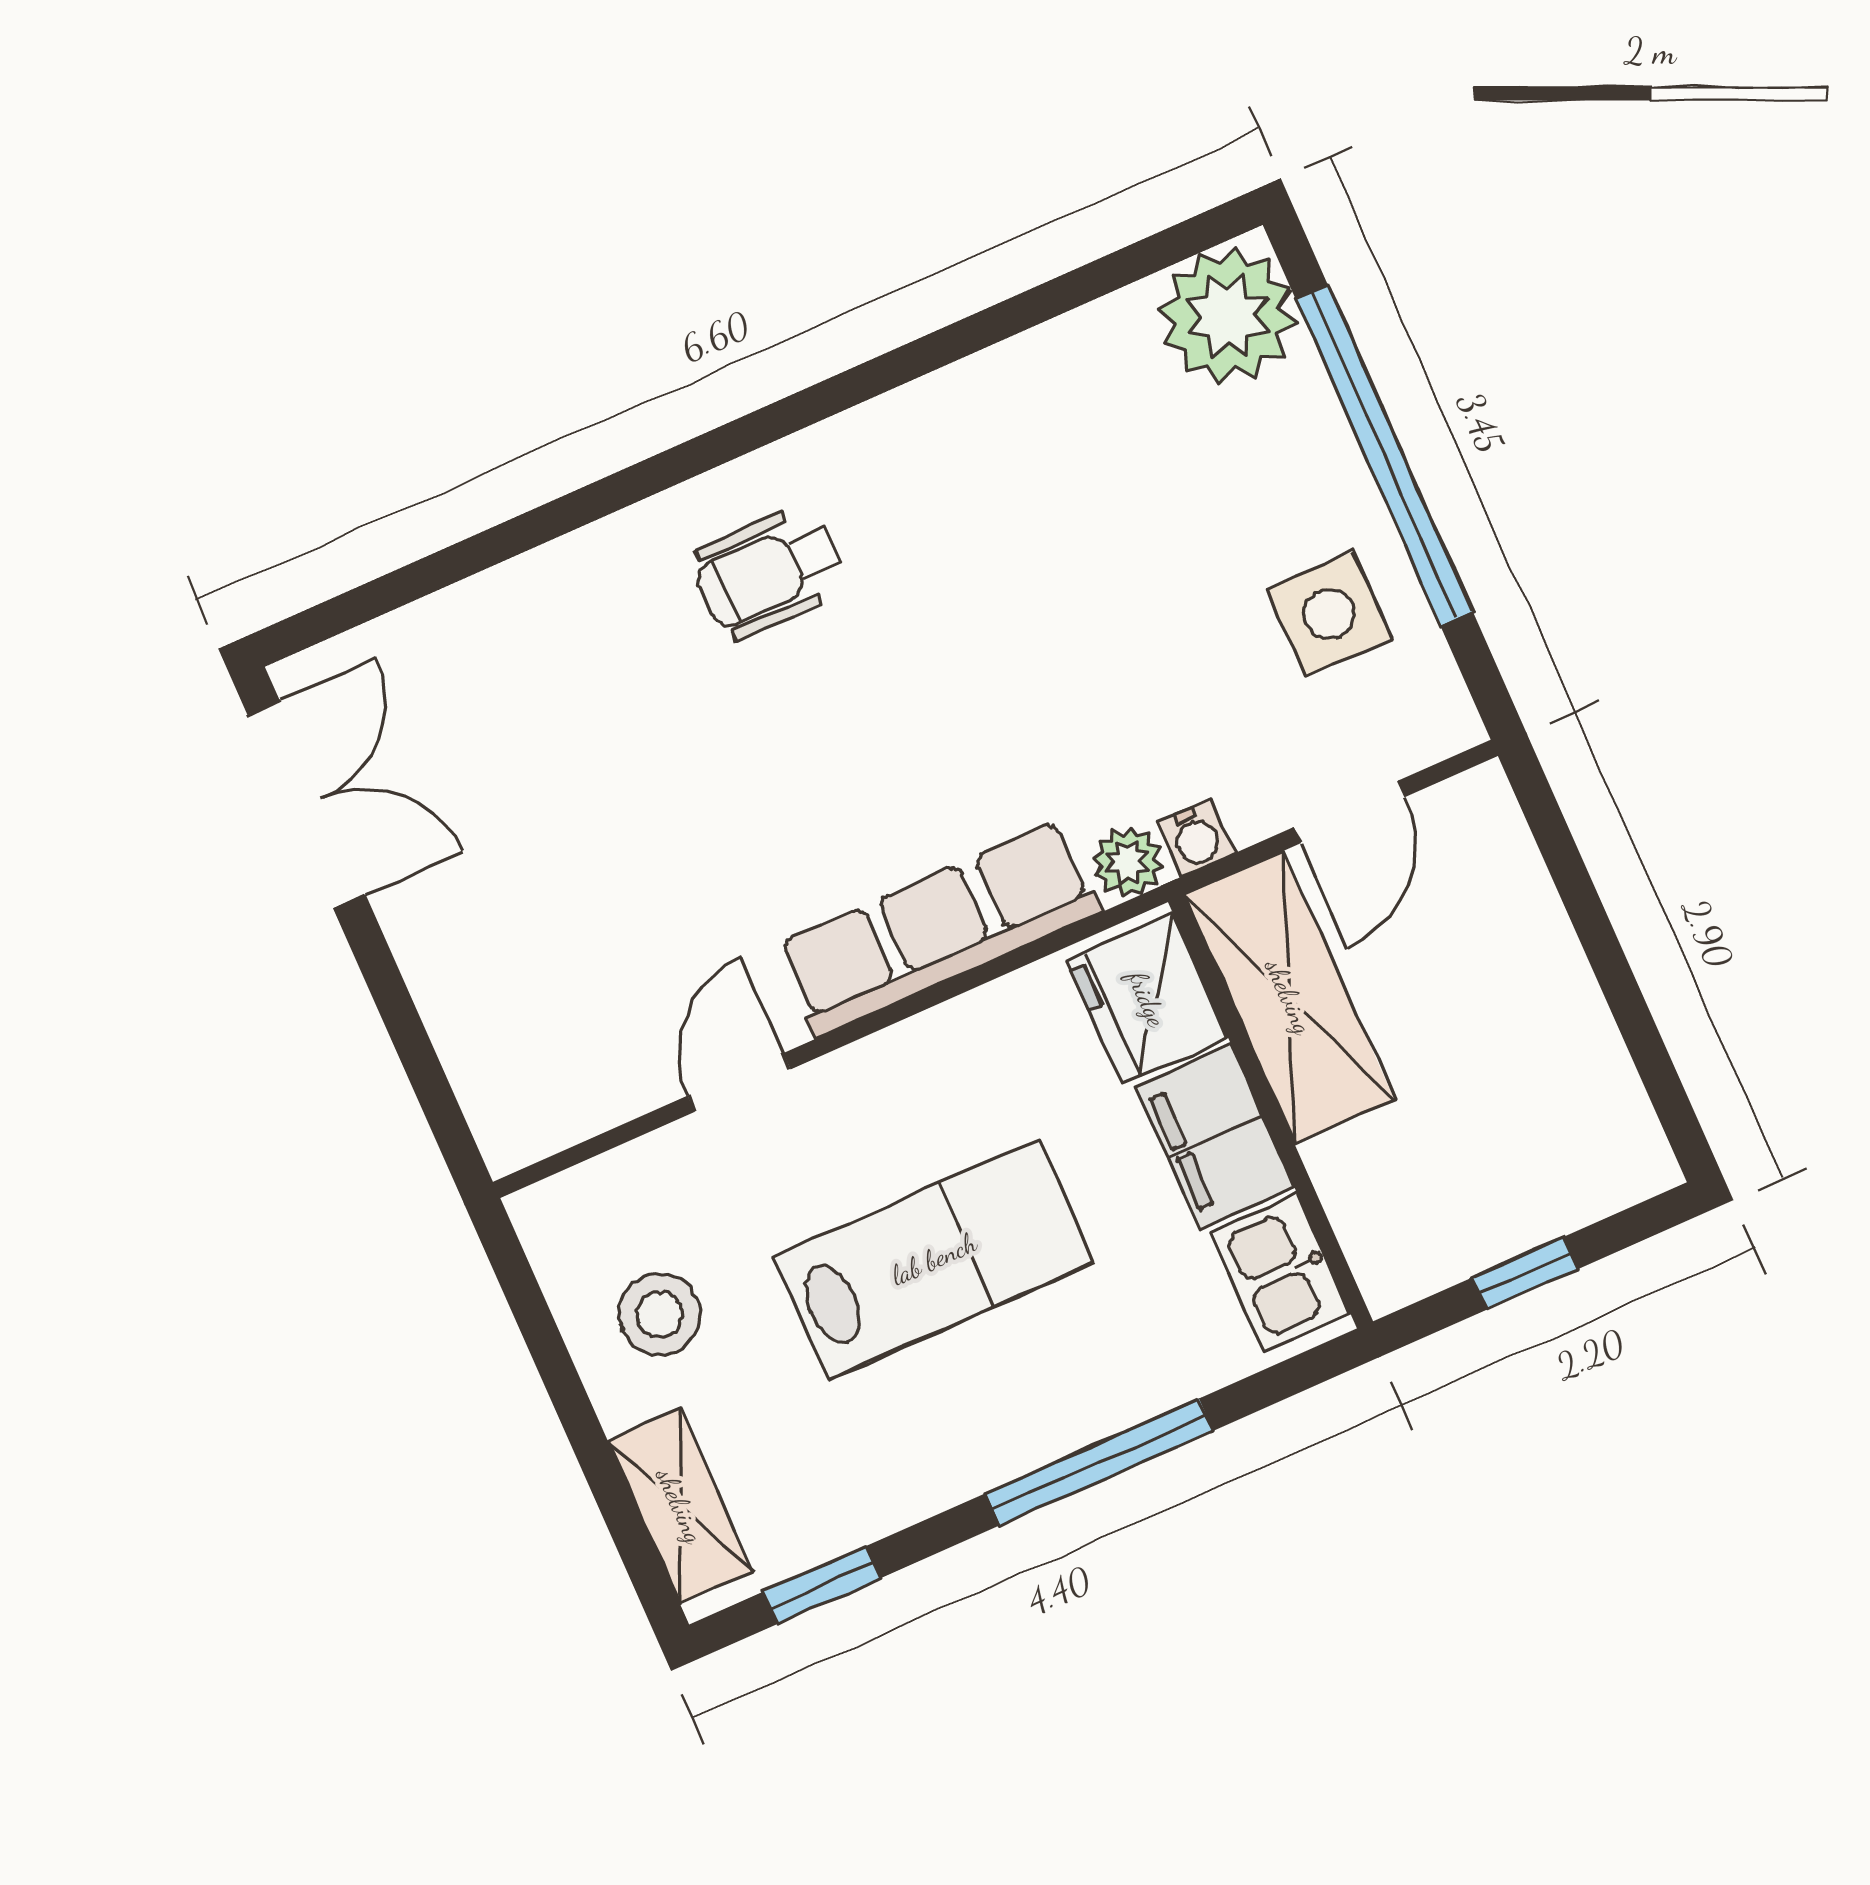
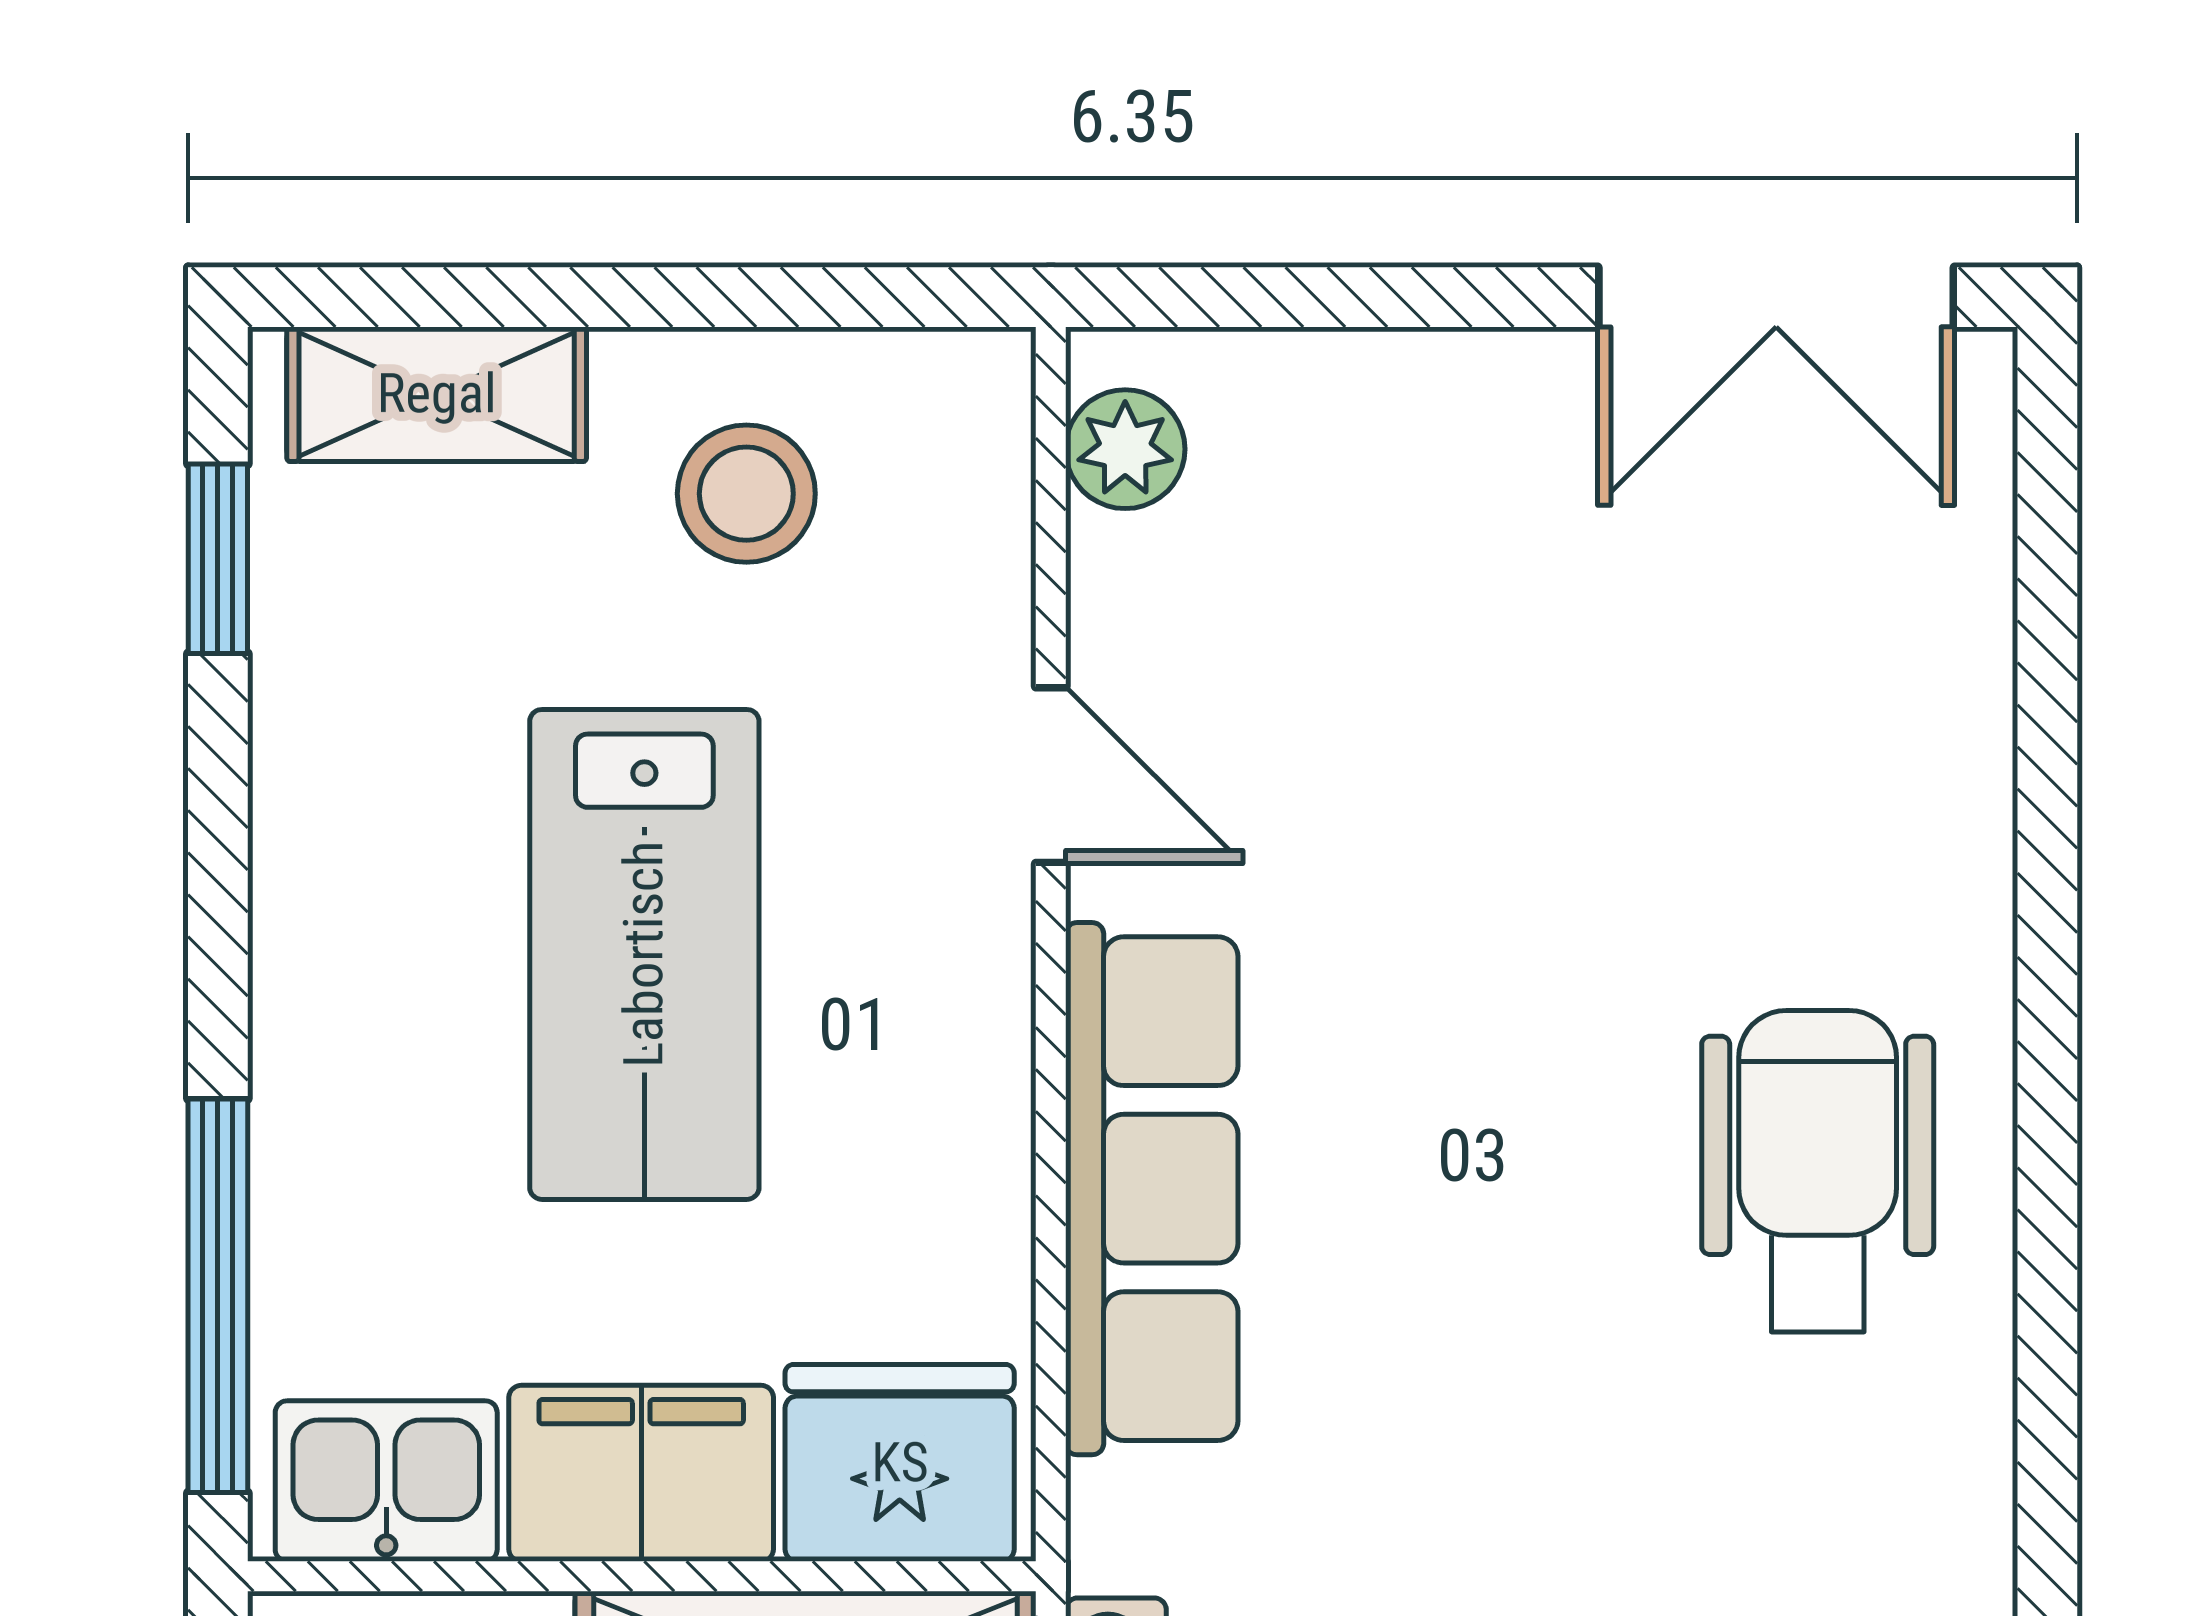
wheelchair: (769, 573) -> (1818, 1171), width x1.36, depth x1.37
plant: (1128, 862) -> (1125, 449), moved
window: (1099, 1462) -> (218, 1296), moved

